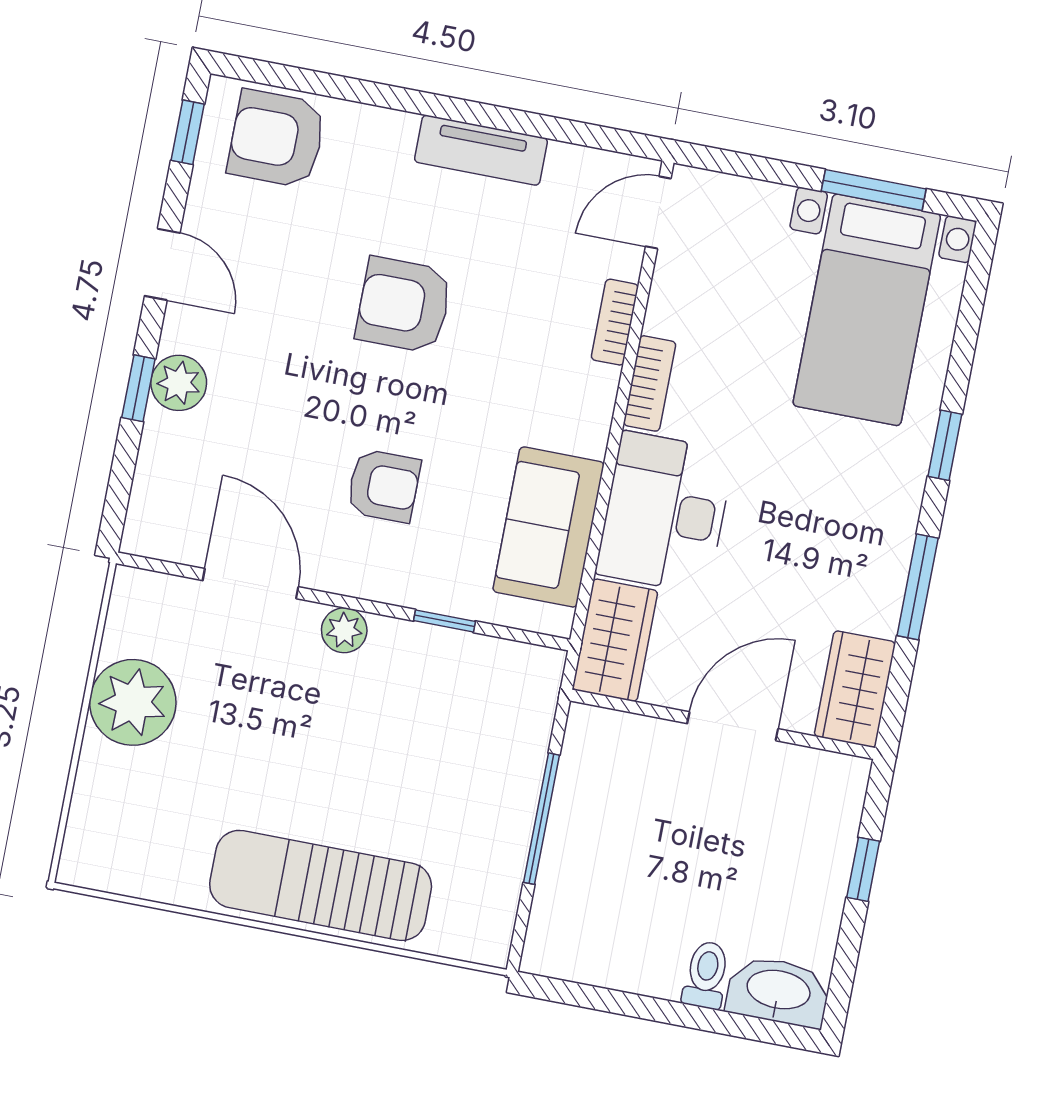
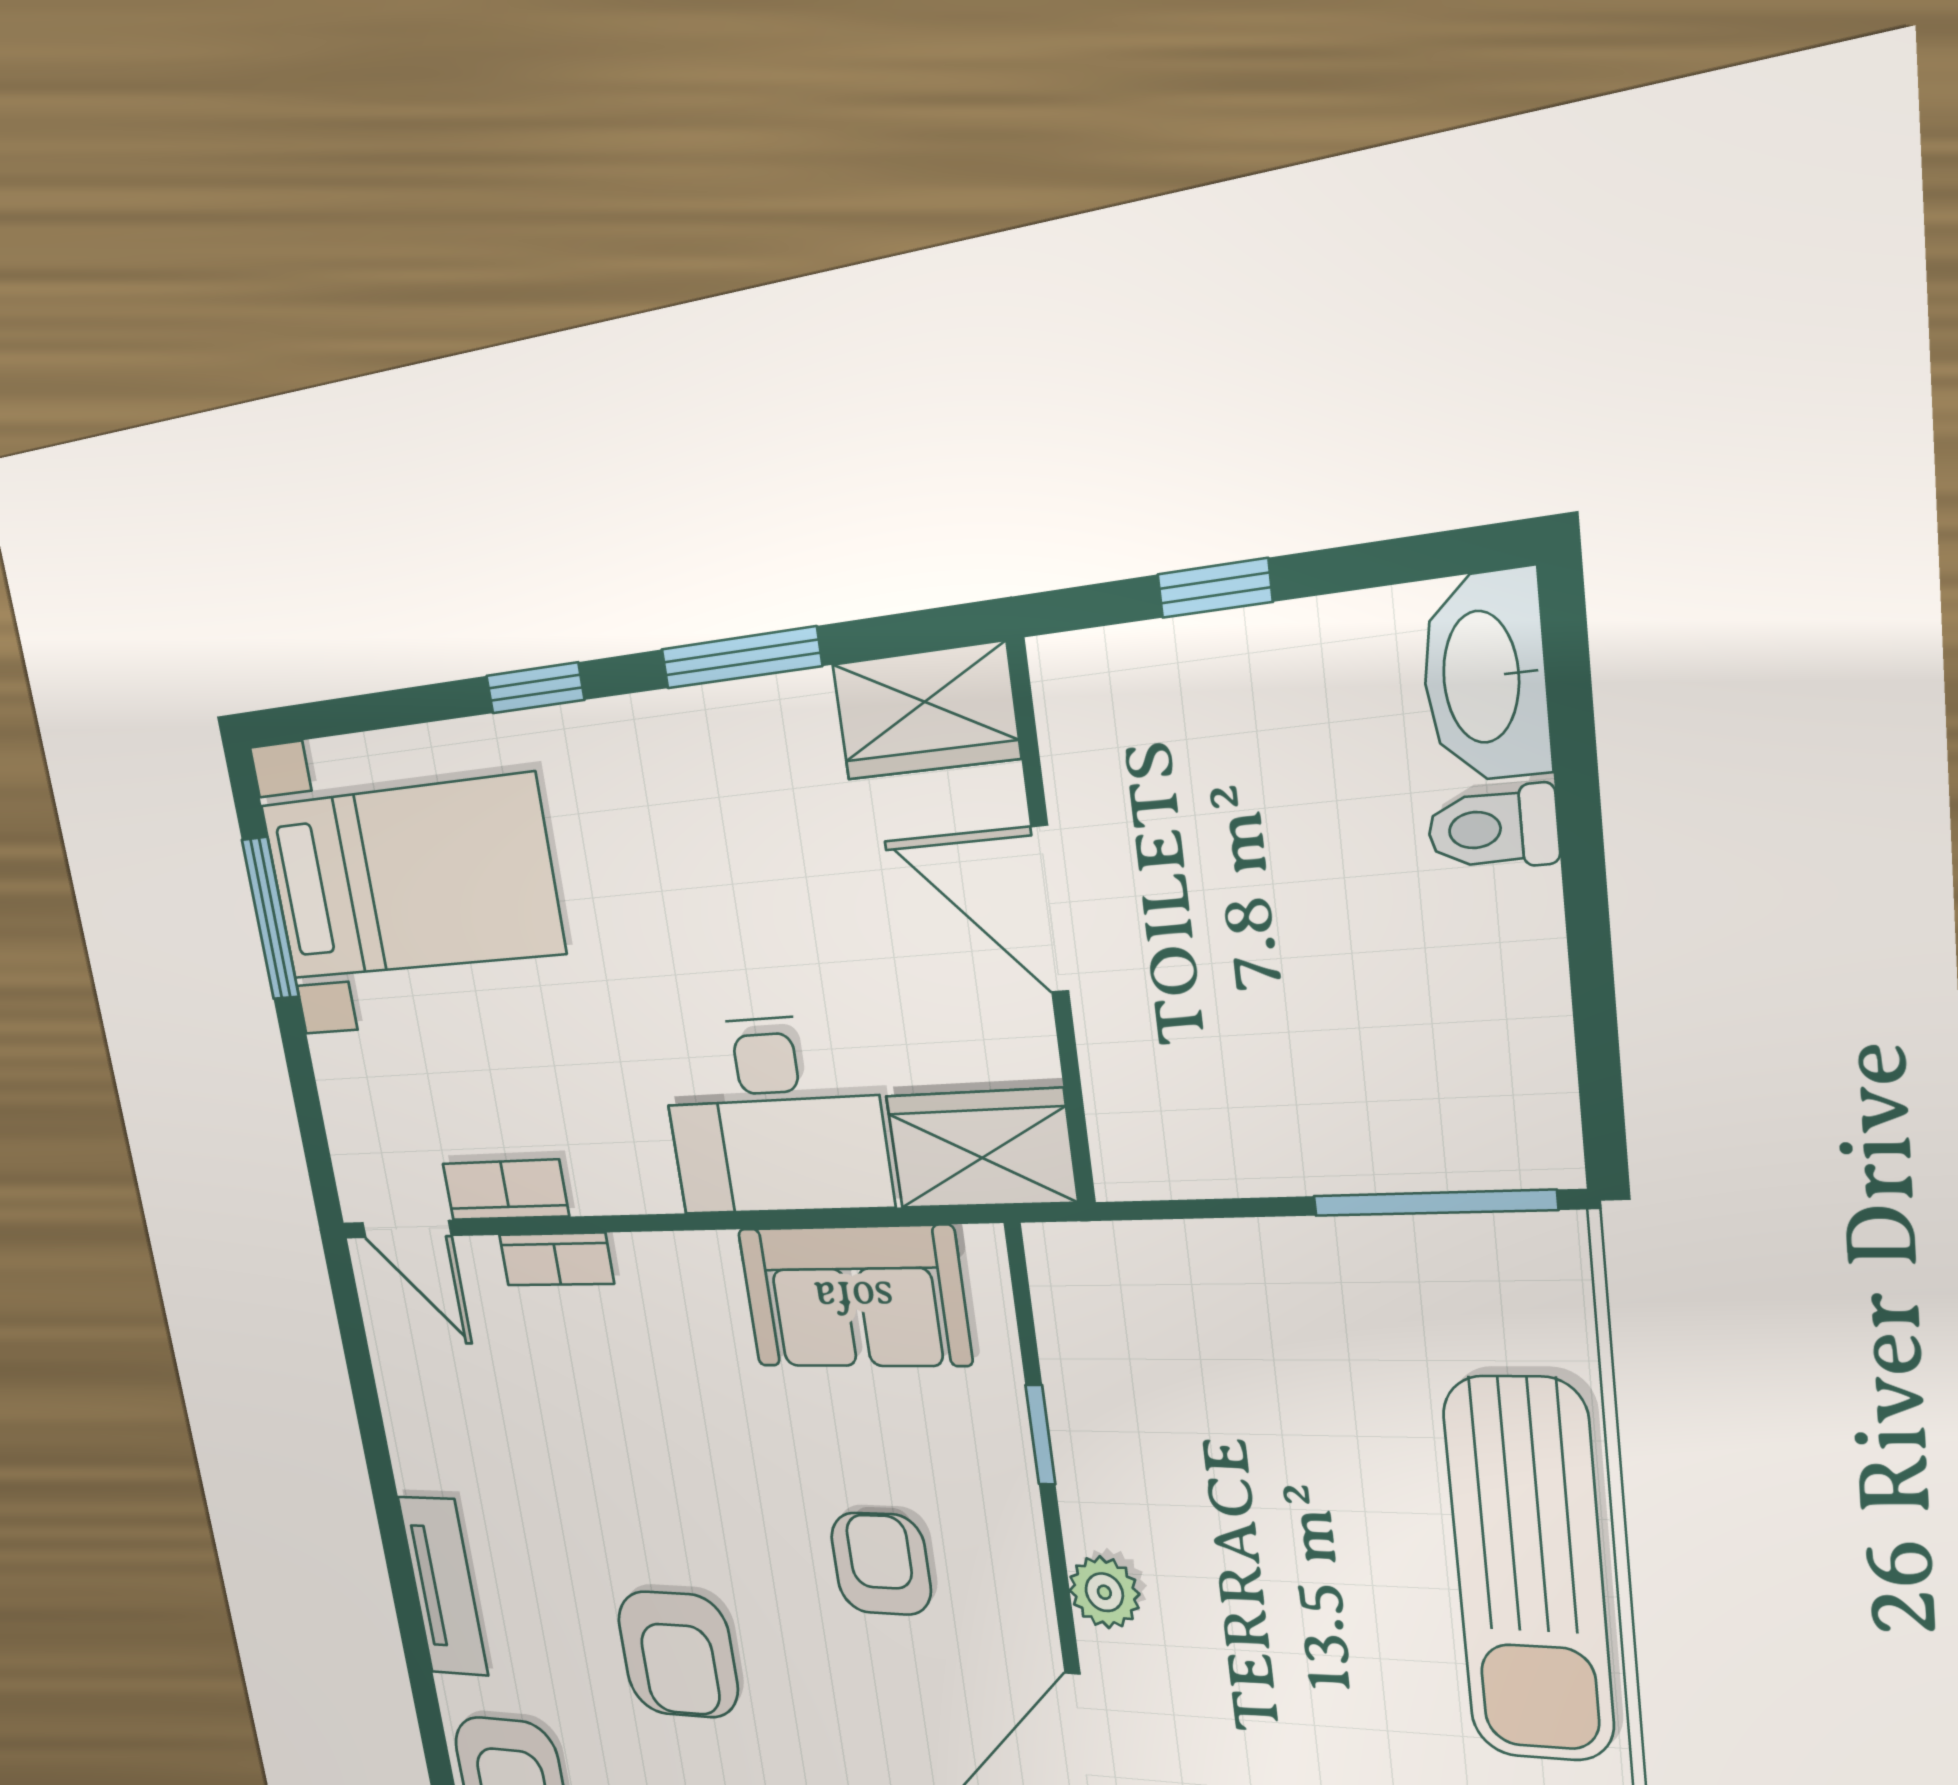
tv unit: (481, 150) -> (443, 1586), moved
armchair: (404, 305) -> (678, 1655), moved
bookcase: (650, 383) -> (505, 1190), moved
window: (542, 819) -> (1434, 1203), moved

